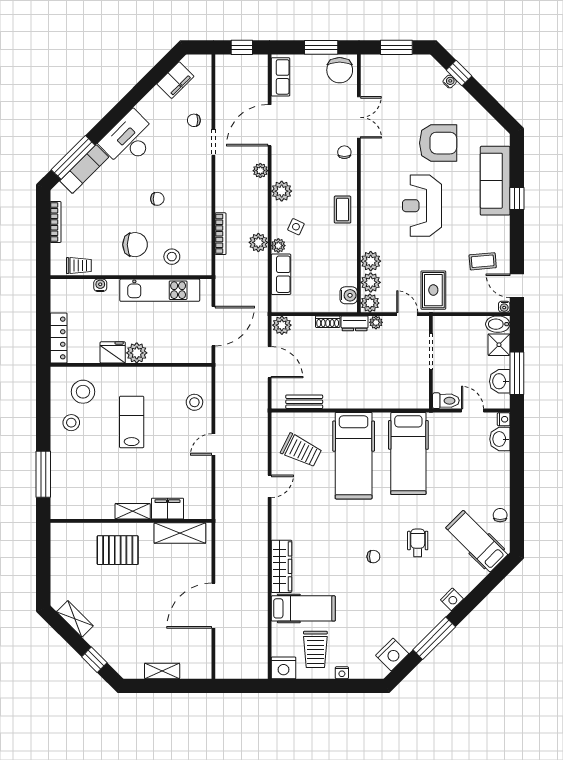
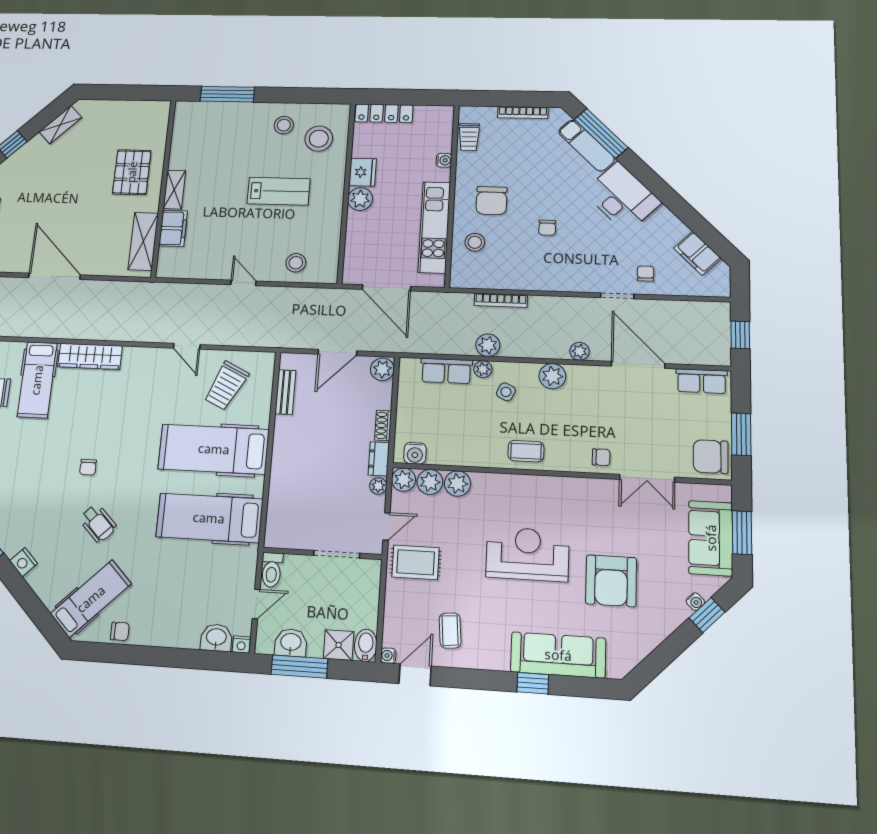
sofa: (402, 70) -> (711, 538), added
wheelchair: (418, 543) -> (98, 523), turned 45

